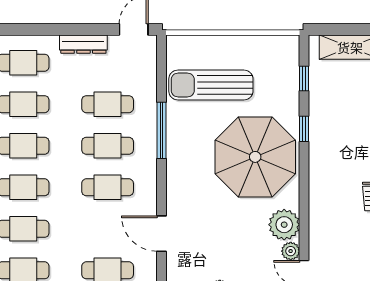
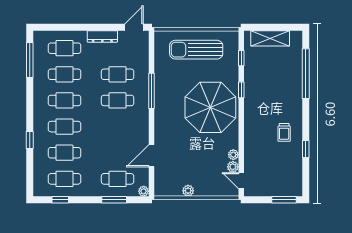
sun lounger: (211, 85) -> (196, 50), moved
cafe table: (108, 187) -> (118, 127), removed
plant: (284, 225) -> (233, 155), width x0.53, depth x0.53
door: (162, 234) -> (152, 156), hinge flipped

